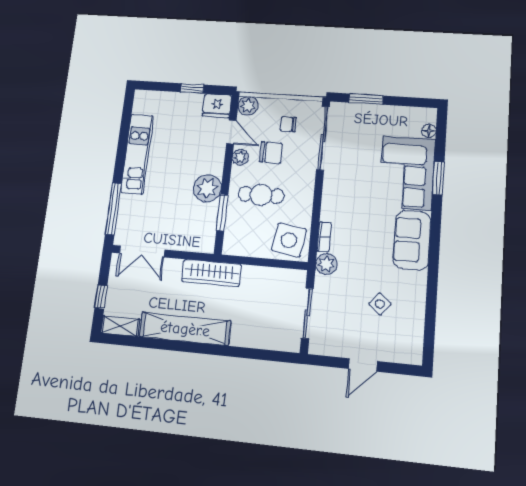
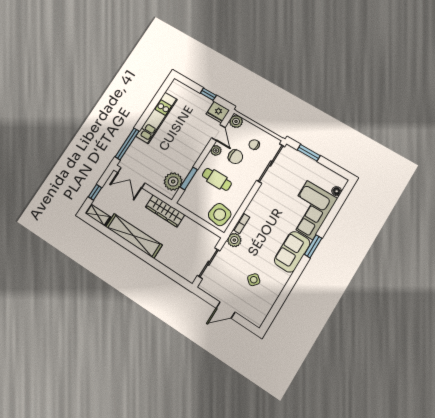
window: (438, 178) -> (313, 246), moved
plant: (207, 188) -> (173, 181), moved

